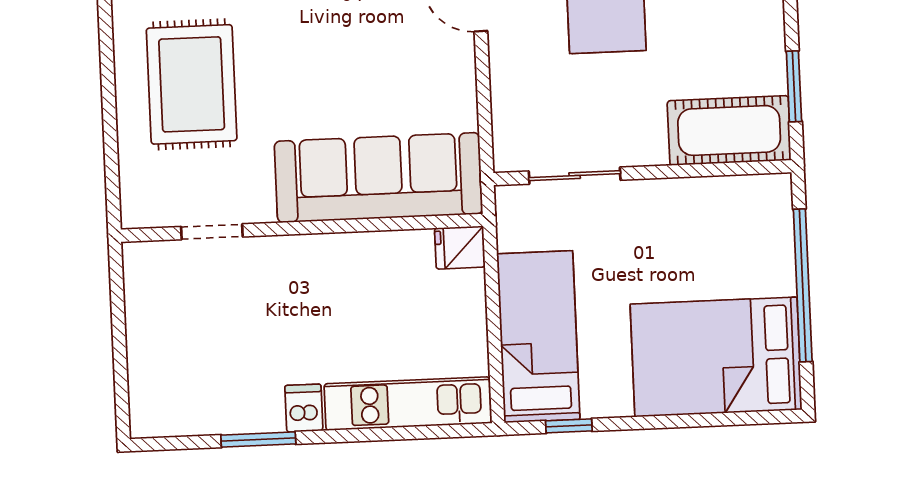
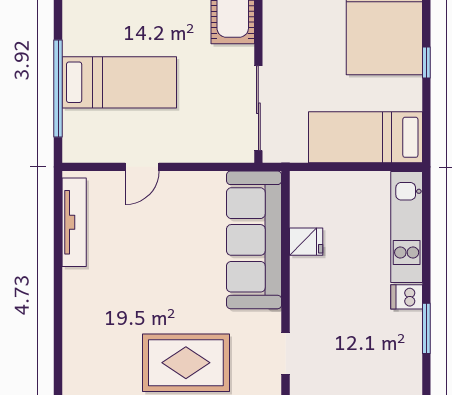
sliding door: (575, 176) -> (258, 108), width x1.37
fridge: (460, 248) -> (306, 242), moved, turned -90
window: (569, 426) -> (426, 63), moved

